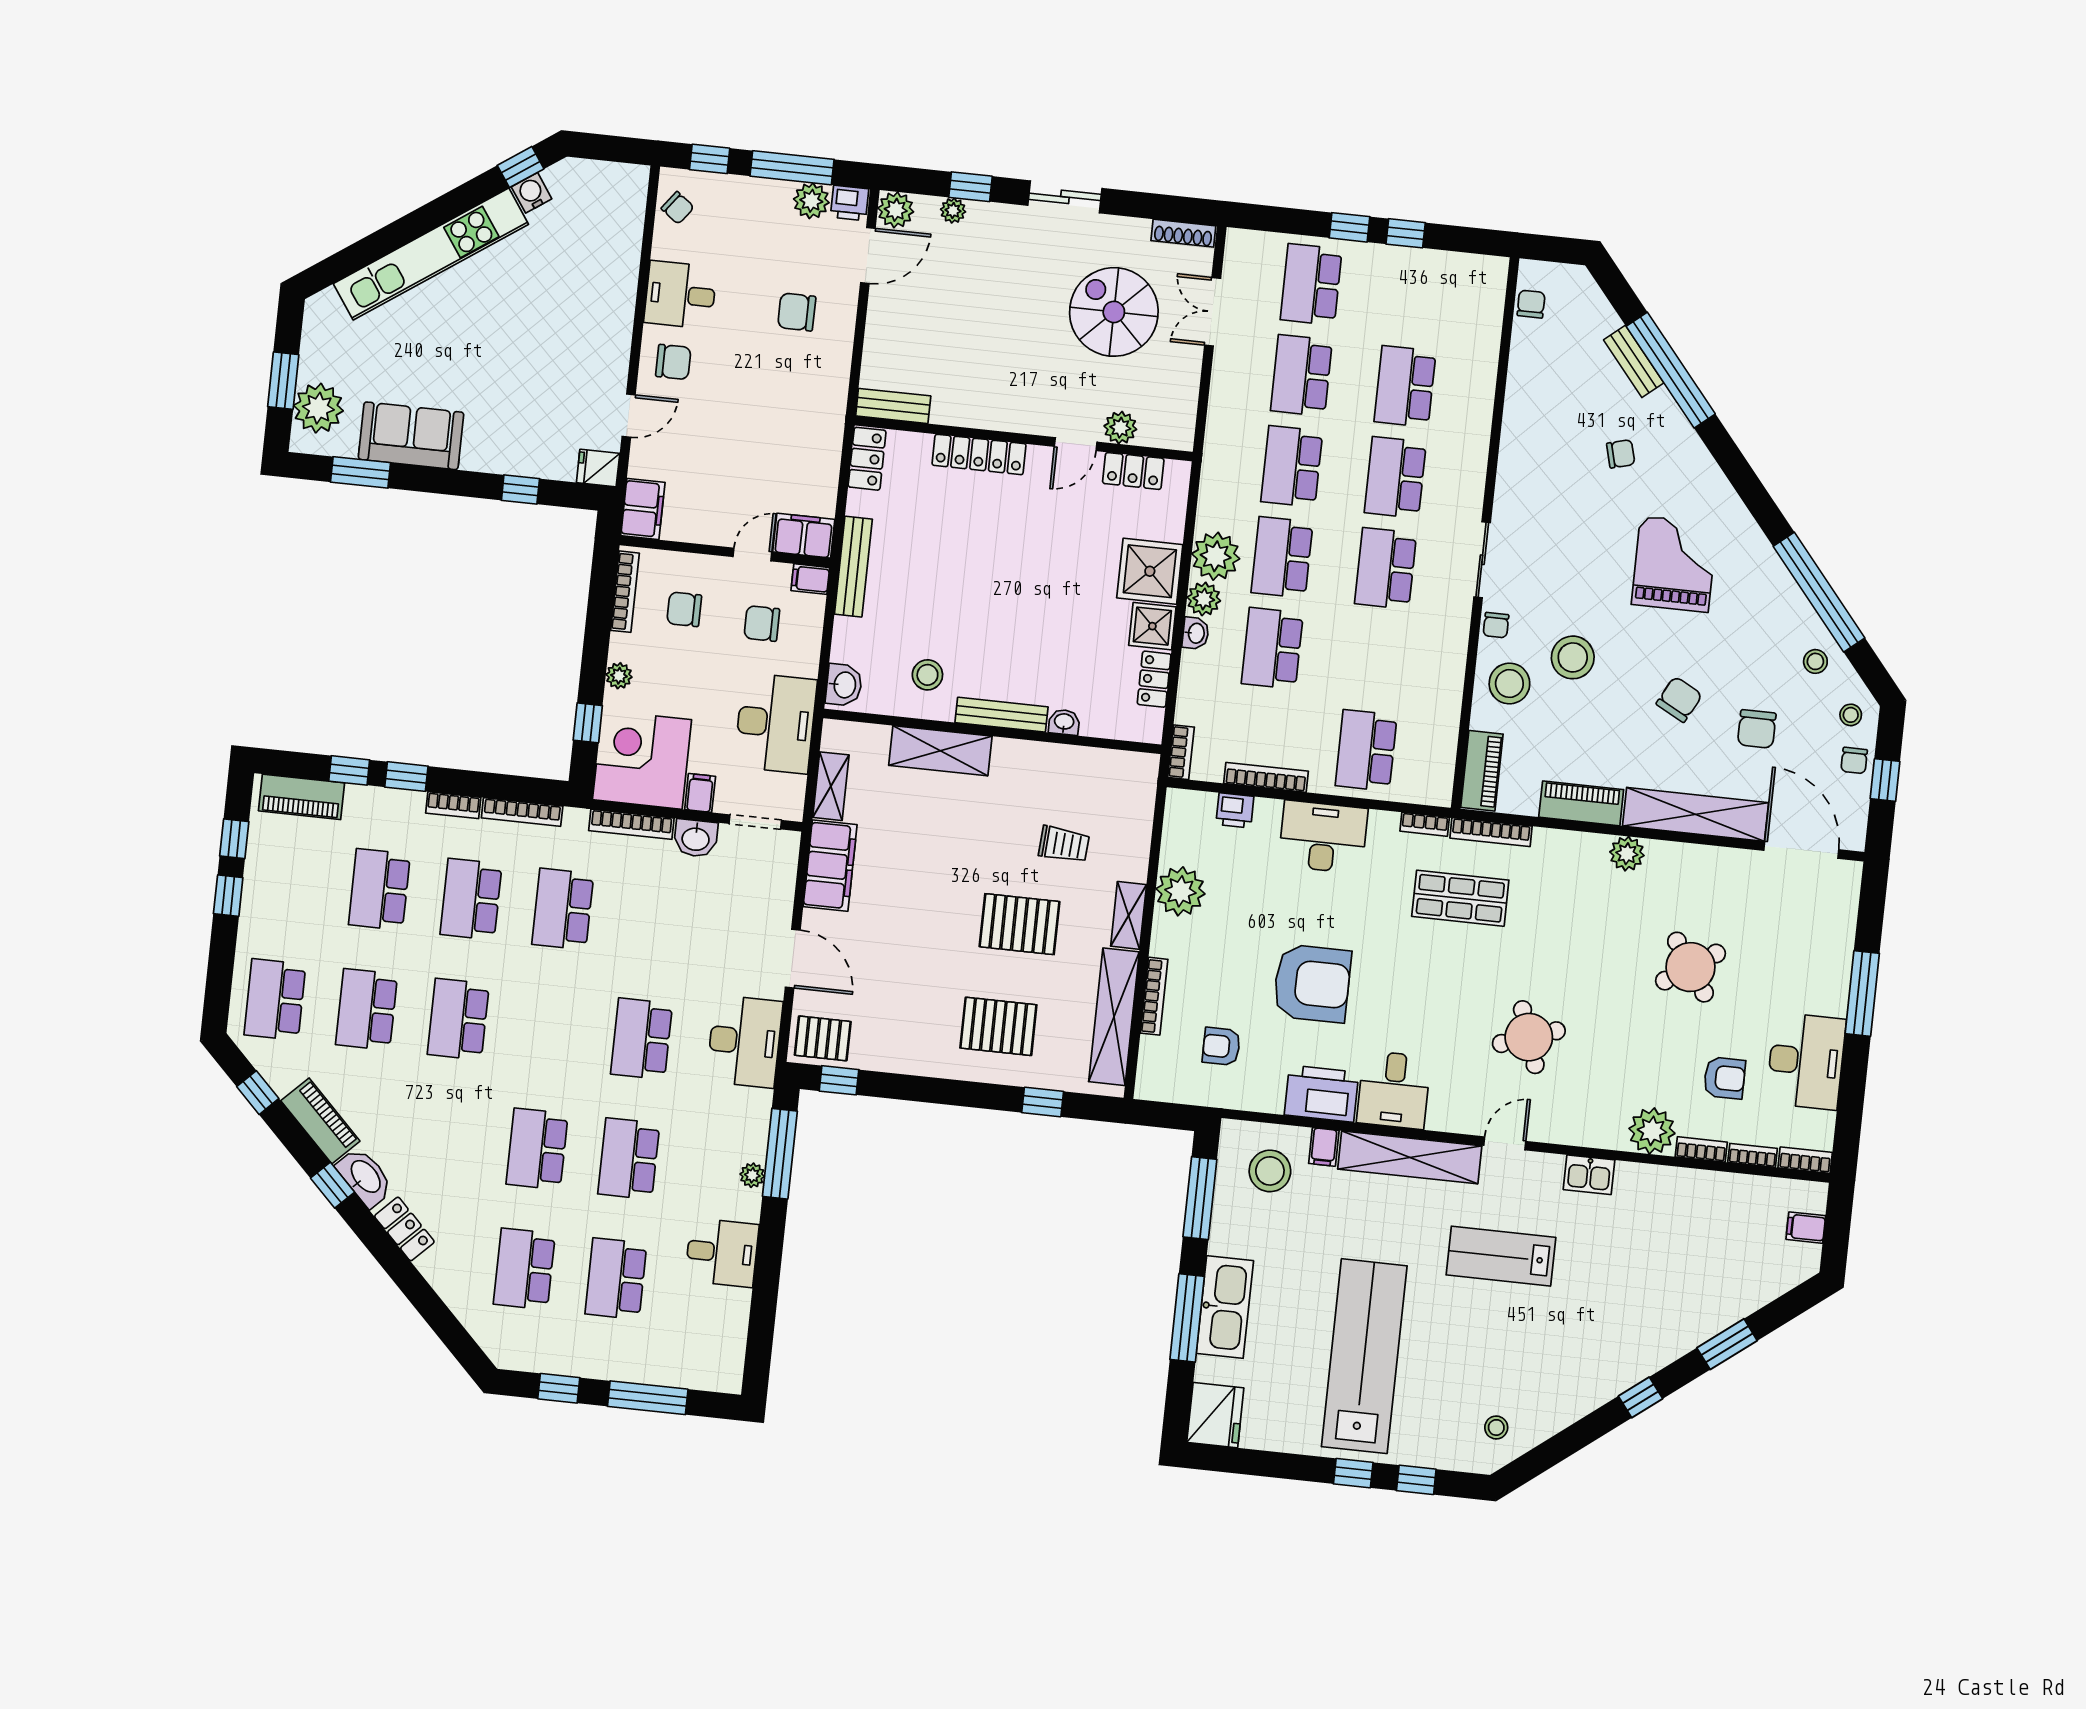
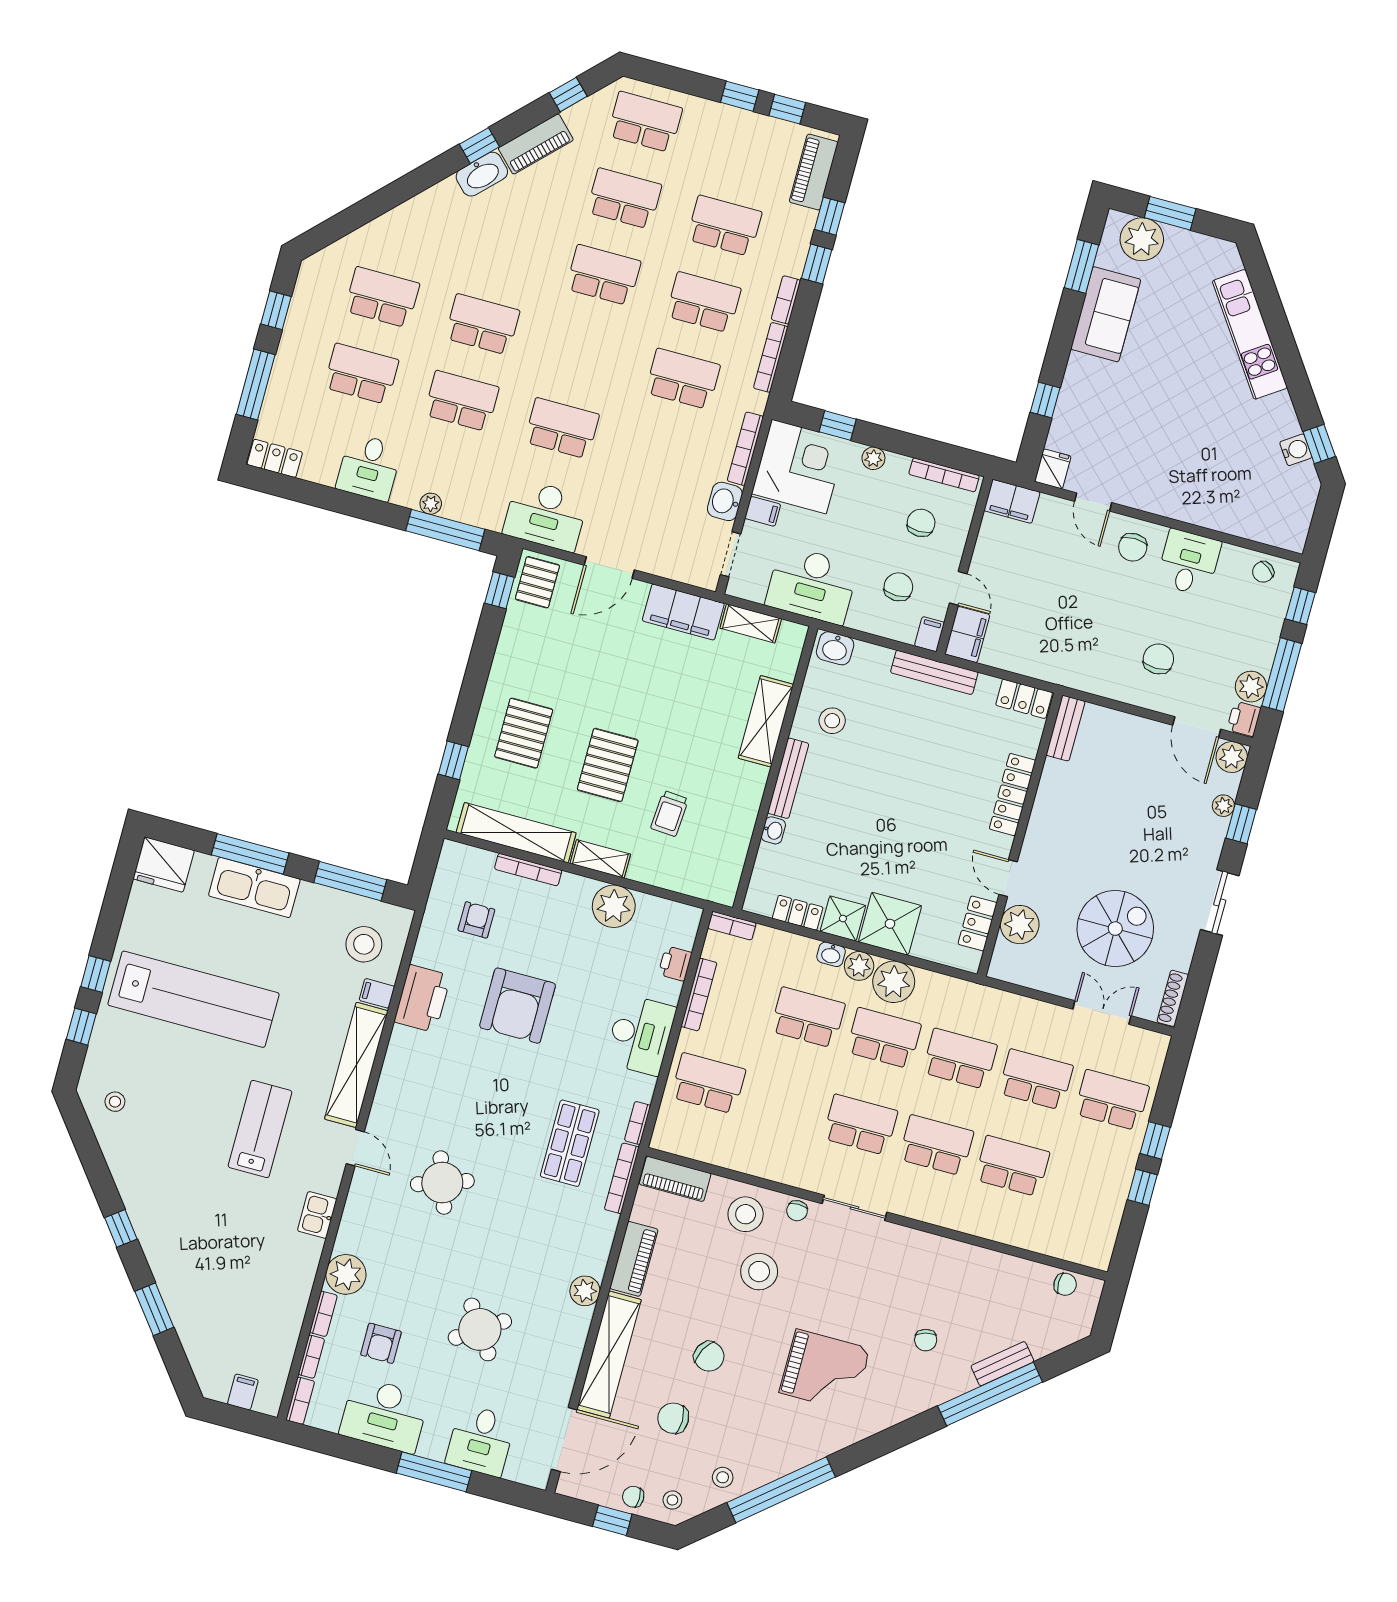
kitchen unit: (431, 254) -> (1250, 334), width x0.73
plant: (1120, 428) -> (1020, 925), width x1.36, depth x1.36
chair: (1496, 625) -> (797, 1211), turned -90
desk: (1394, 1090) -> (481, 1440), moved, turned -90
locker: (404, 1229) -> (275, 458), moved, turned -135

